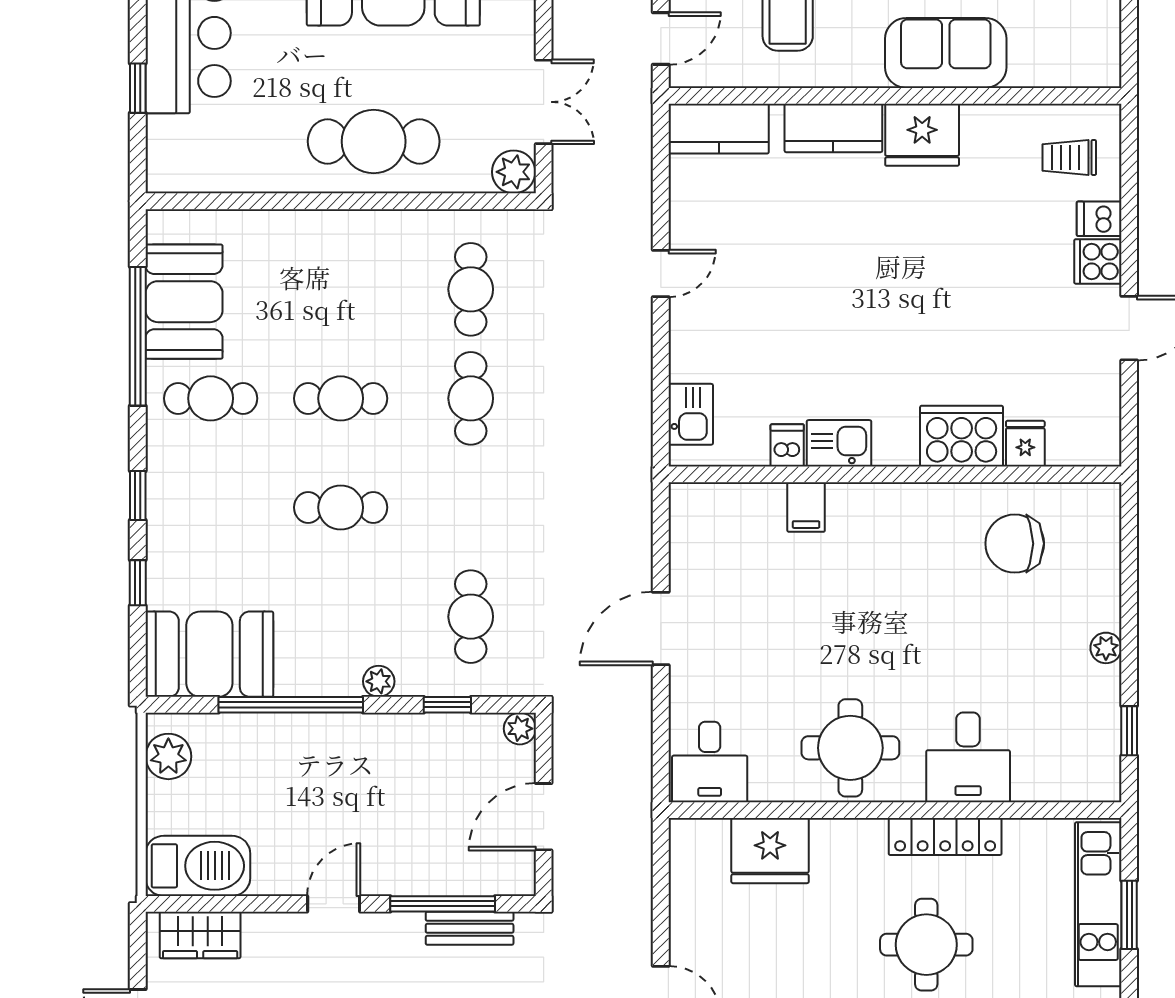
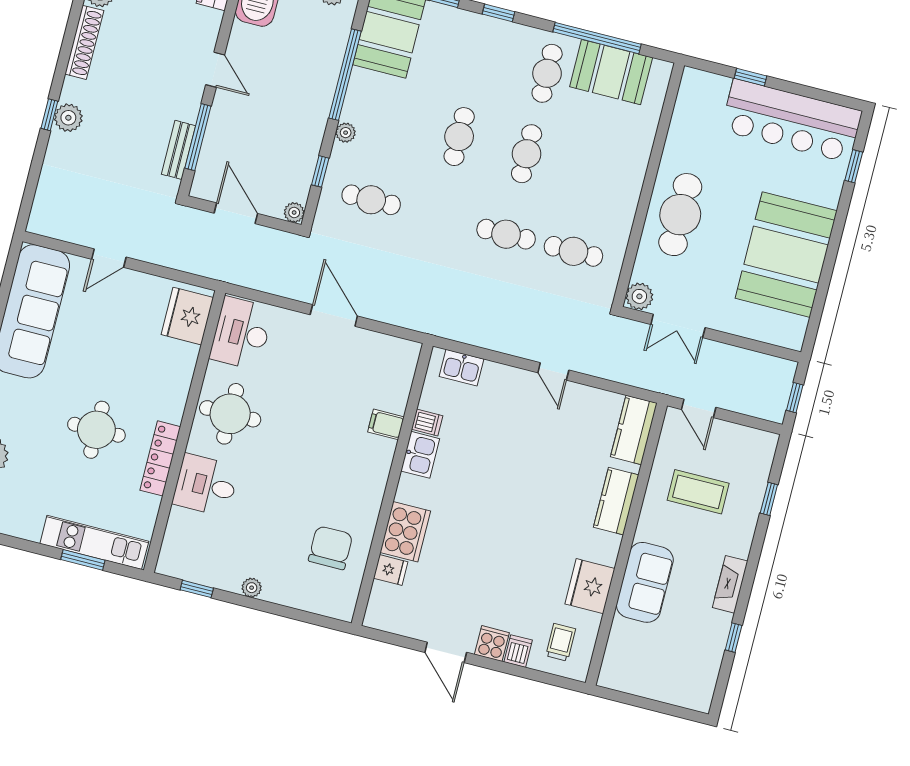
fridge: (922, 135) -> (590, 586), moved
desk: (710, 762) -> (241, 333), width x1.37
fridge: (770, 851) -> (187, 316), moved

